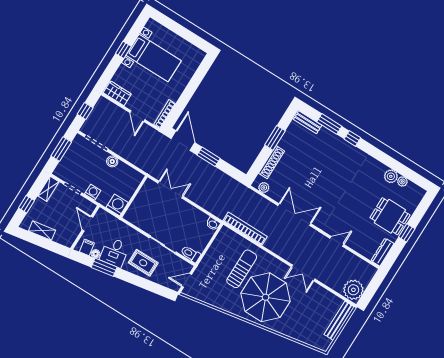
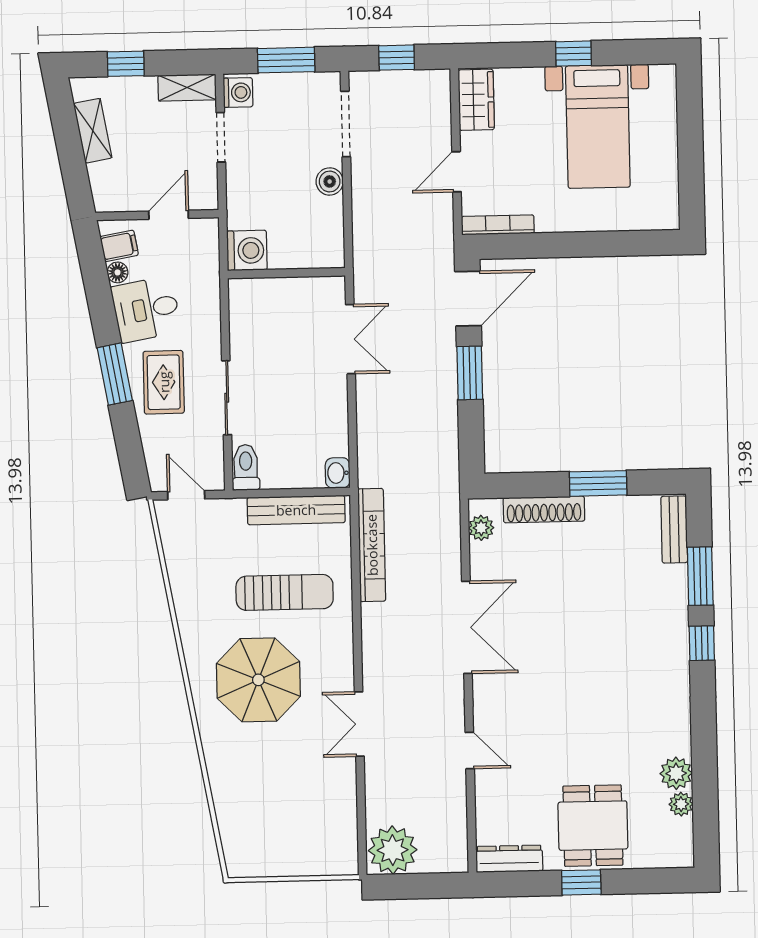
washing machine: (93, 192) -> (238, 92), moved
window: (104, 267) -> (115, 374), moved
parasol: (266, 297) -> (258, 680), width x0.73, depth x0.73
bench: (339, 321) -> (296, 510), moved

